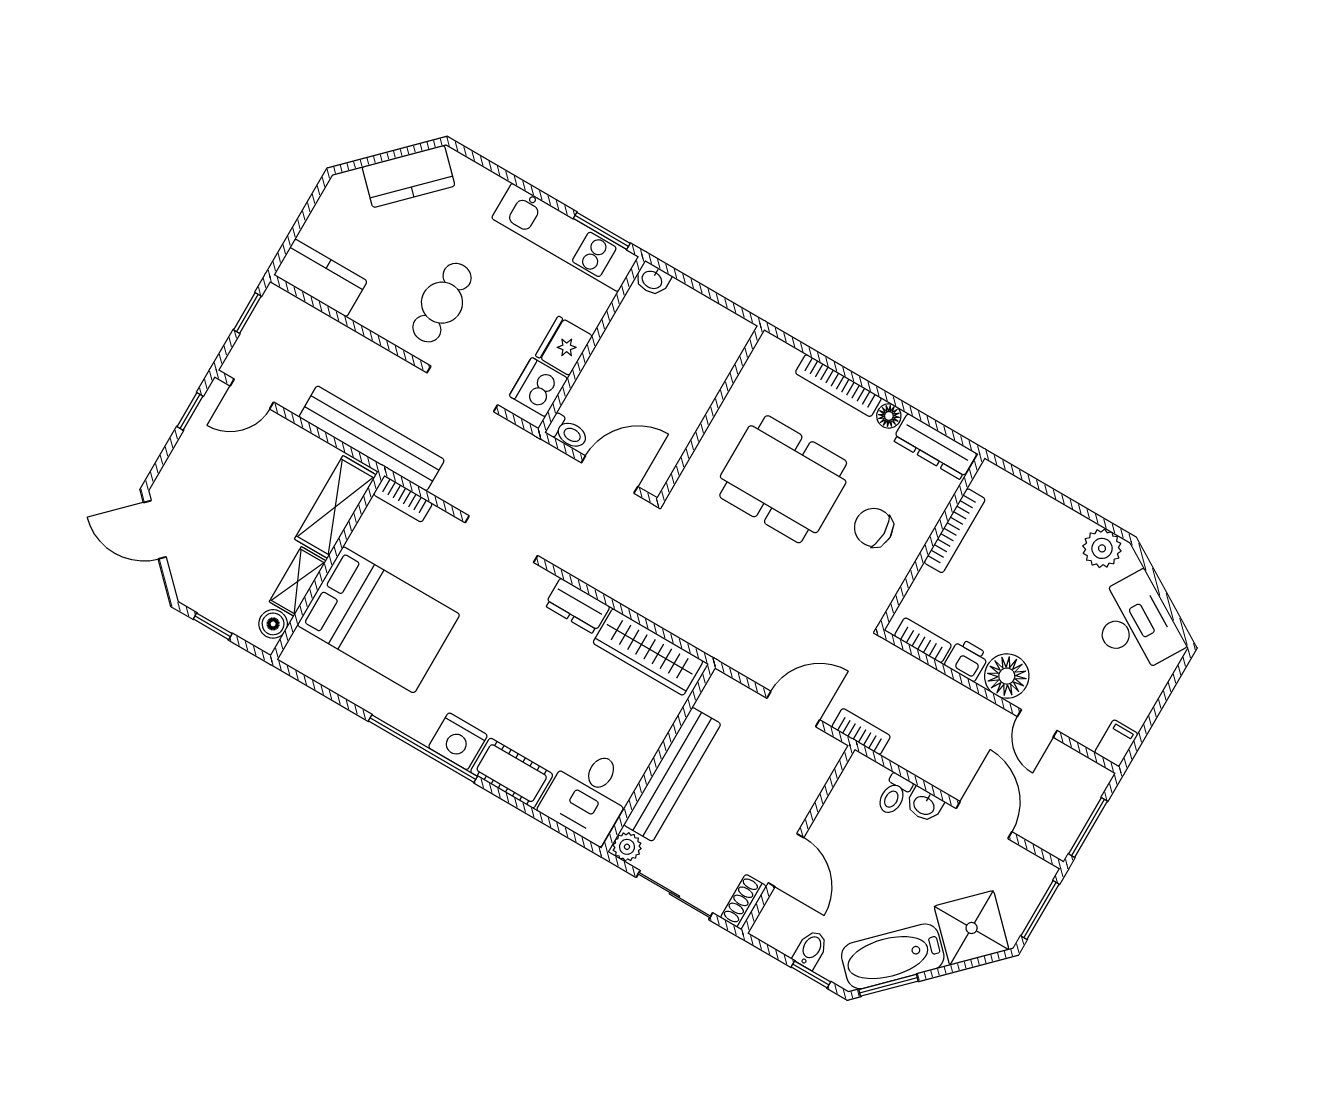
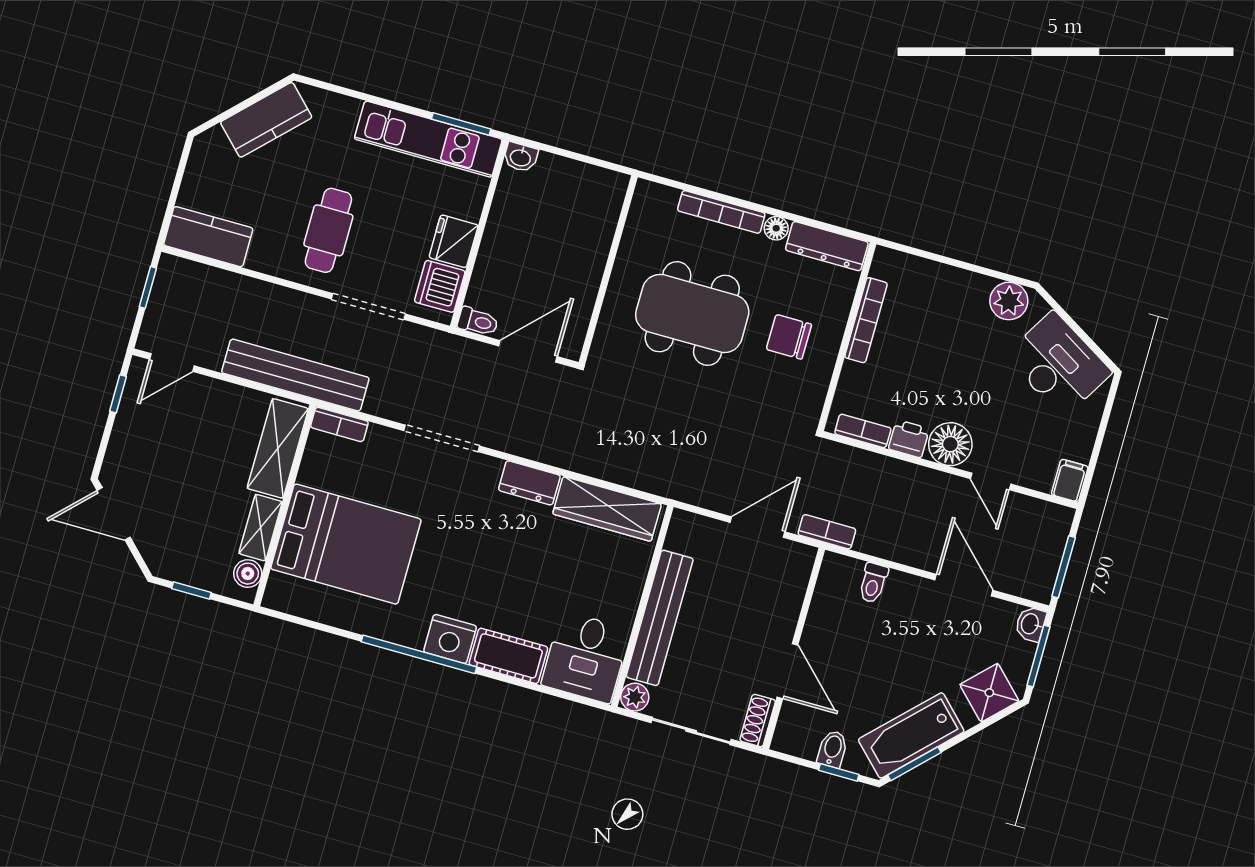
washbasin: (924, 805) -> (1031, 624), moved, turned 90
shower: (972, 928) -> (989, 693), width x0.73, depth x0.73

